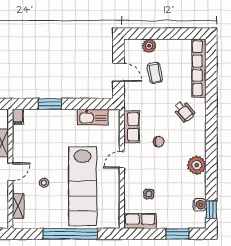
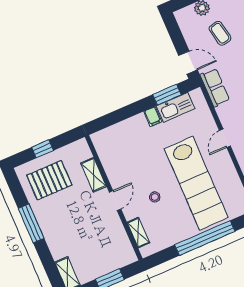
door: (118, 72) -> (188, 63), moved
window: (50, 104) -> (167, 95), moved
filing cabinet: (18, 117) -> (153, 117), moved
row of seats: (131, 127) -> (215, 88), moved

